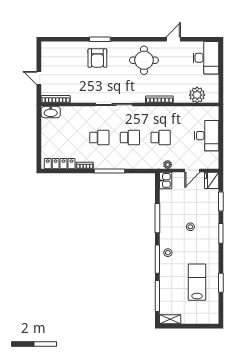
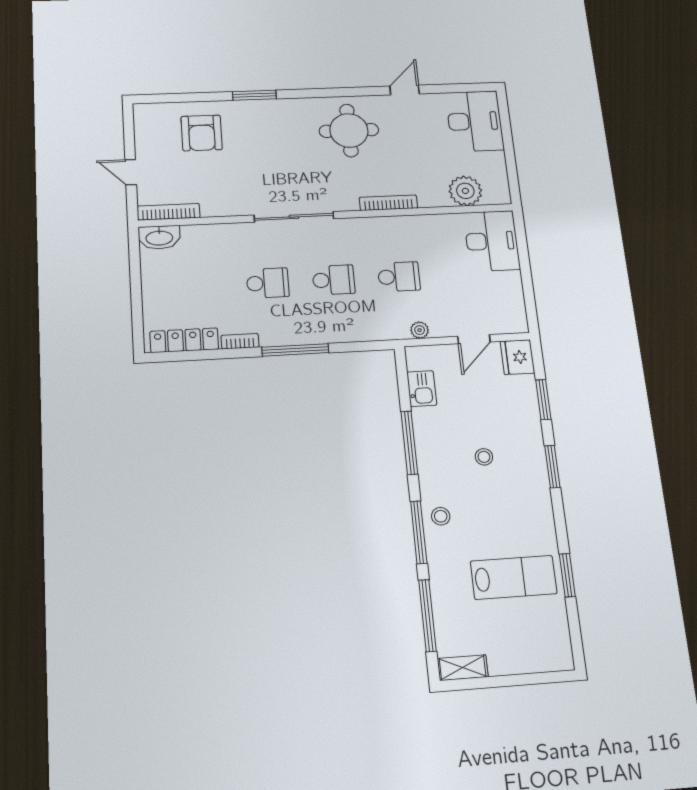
armchair: (97, 58) -> (202, 133), moved
desk: (207, 136) -> (492, 241), moved
kitchen sink: (166, 180) -> (422, 389), moved
lab bench: (197, 282) -> (514, 577), turned 90

